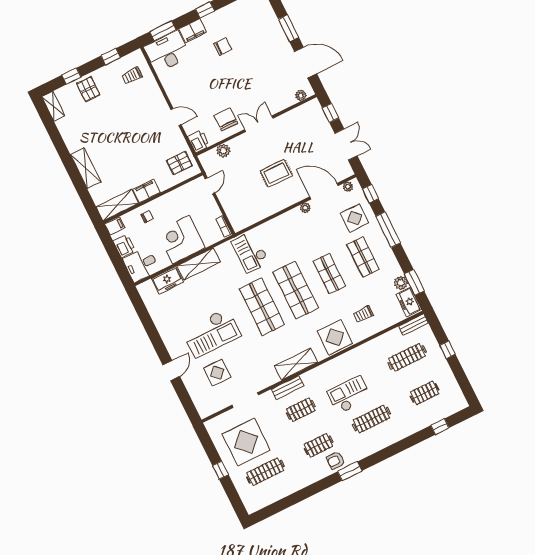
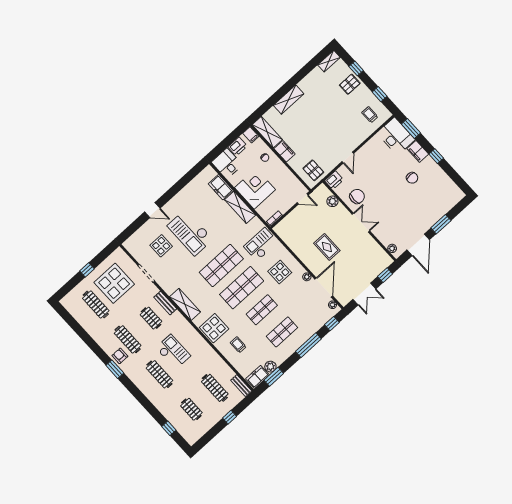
display table: (355, 218) -> (280, 272), moved
clothes rail: (318, 445) -> (128, 339), width x1.36

